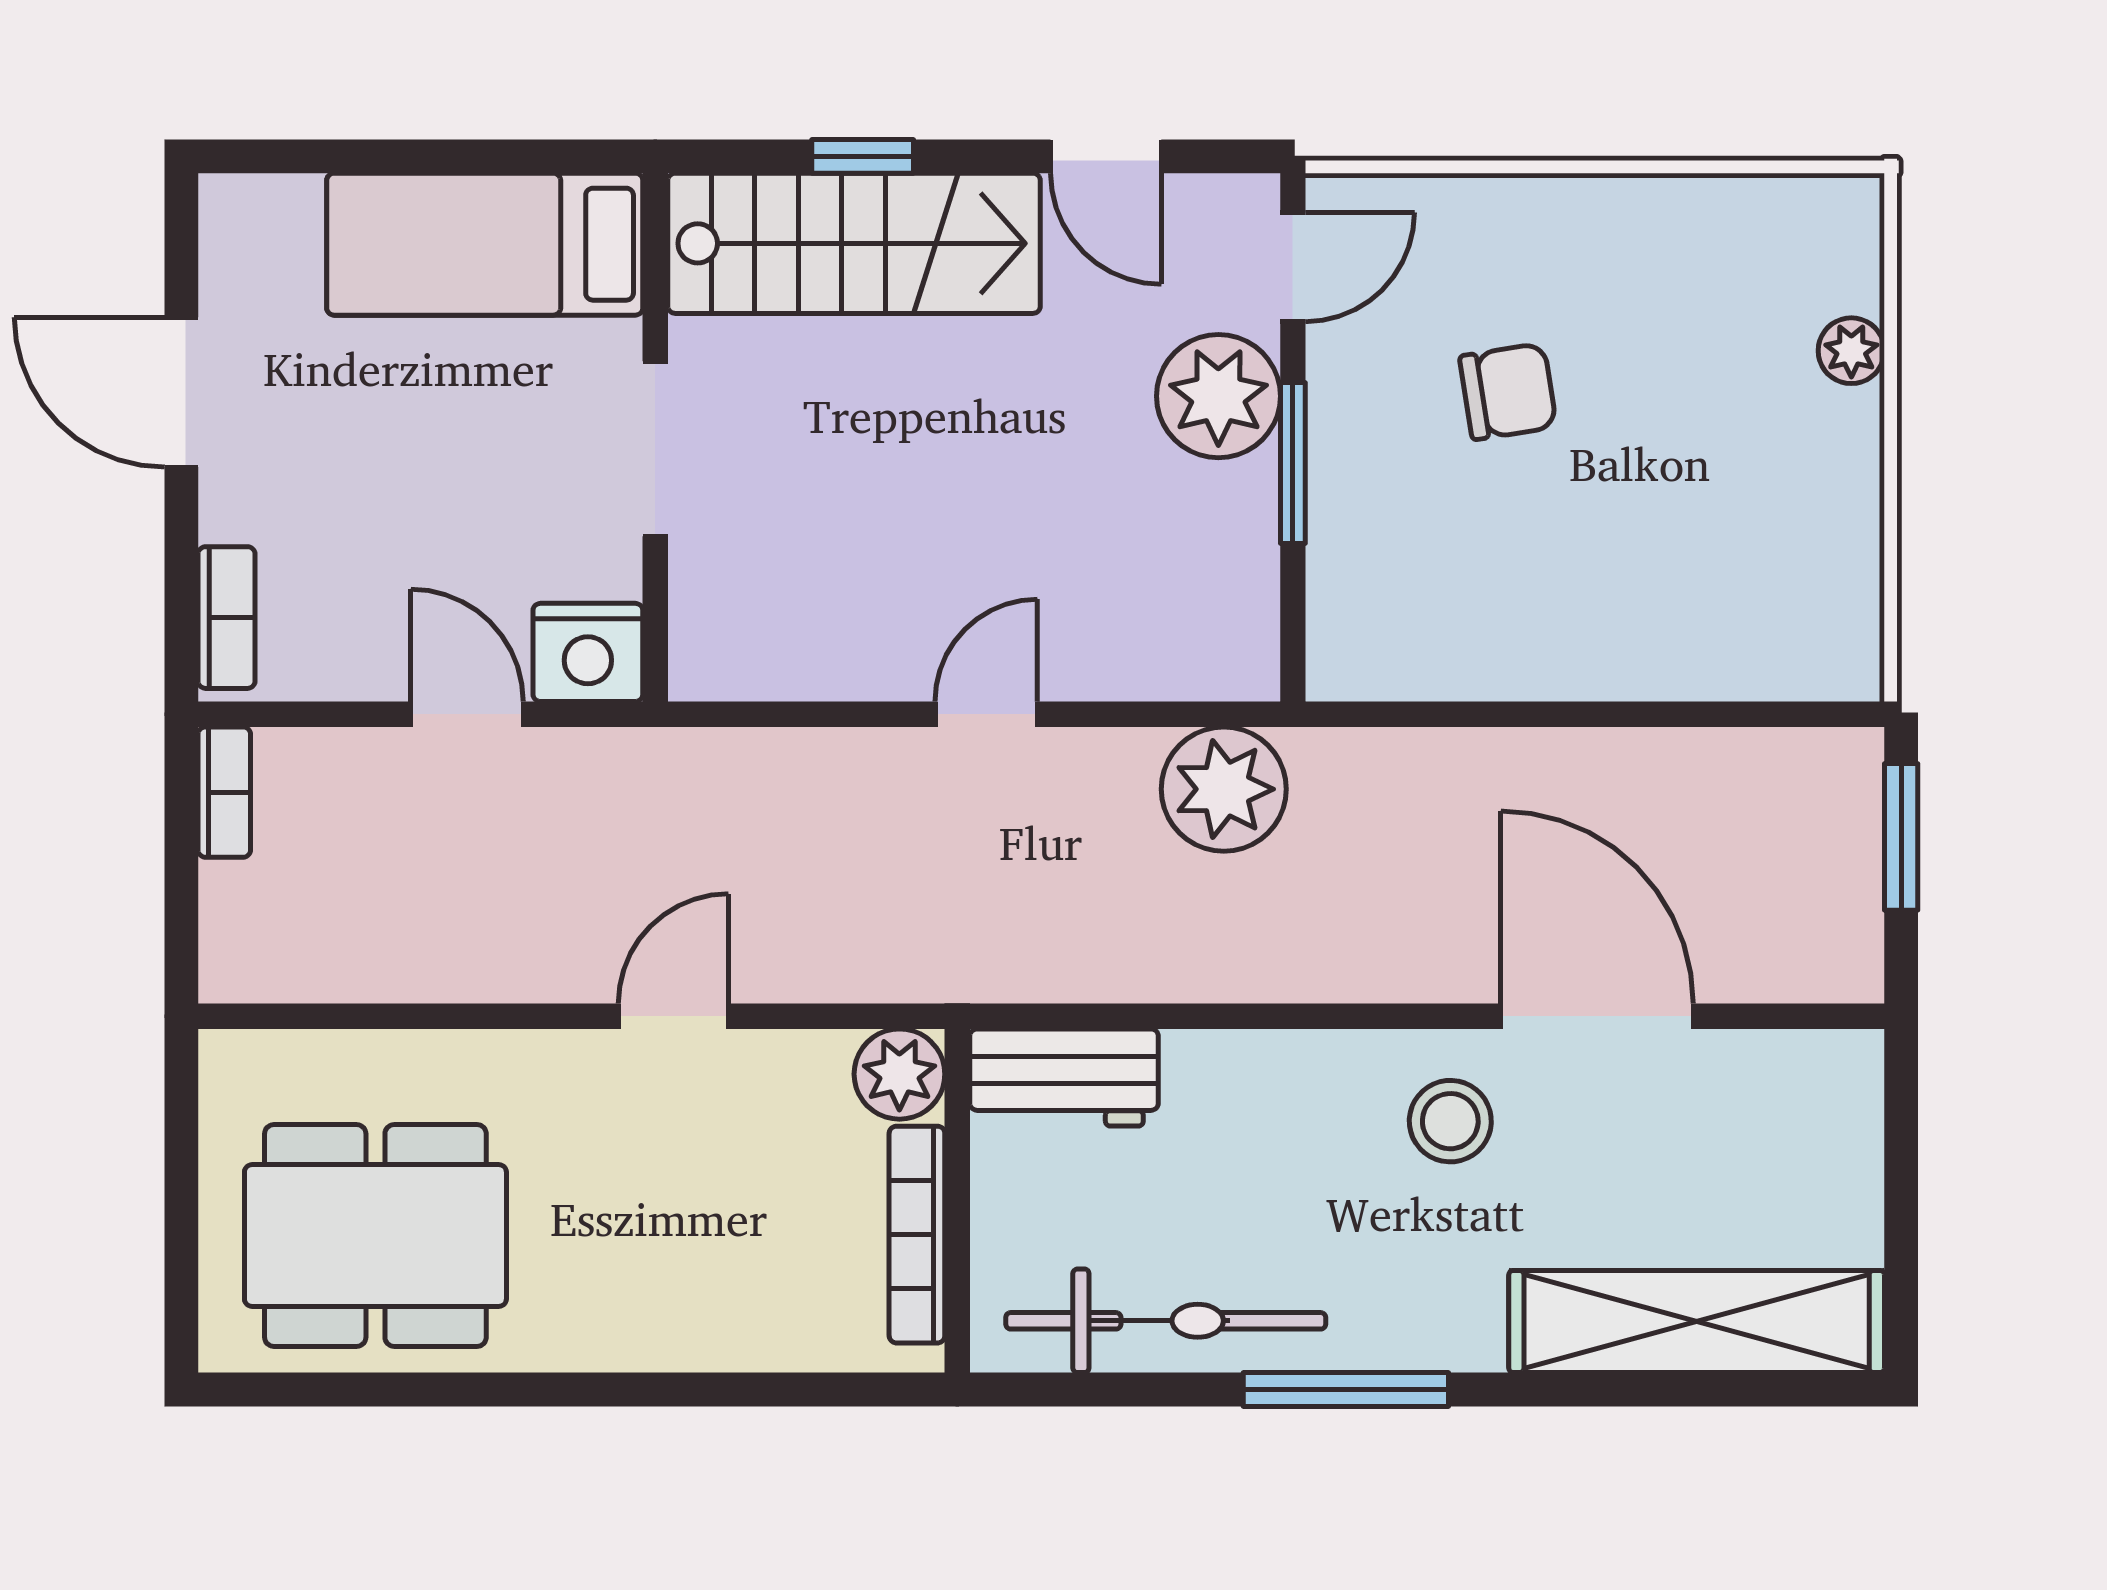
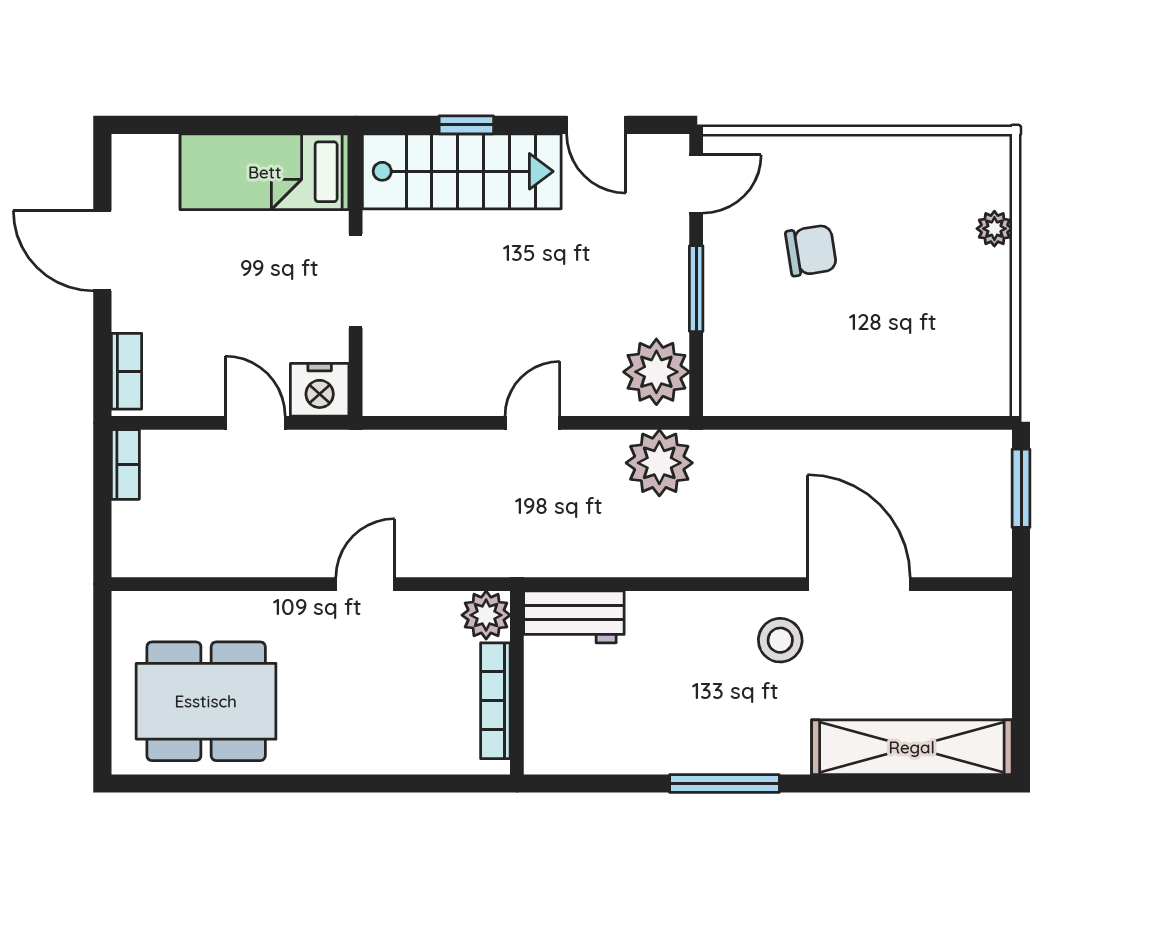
plant: (1218, 396) -> (656, 372), moved
bicycle: (1166, 1321) -> (628, 747), removed

